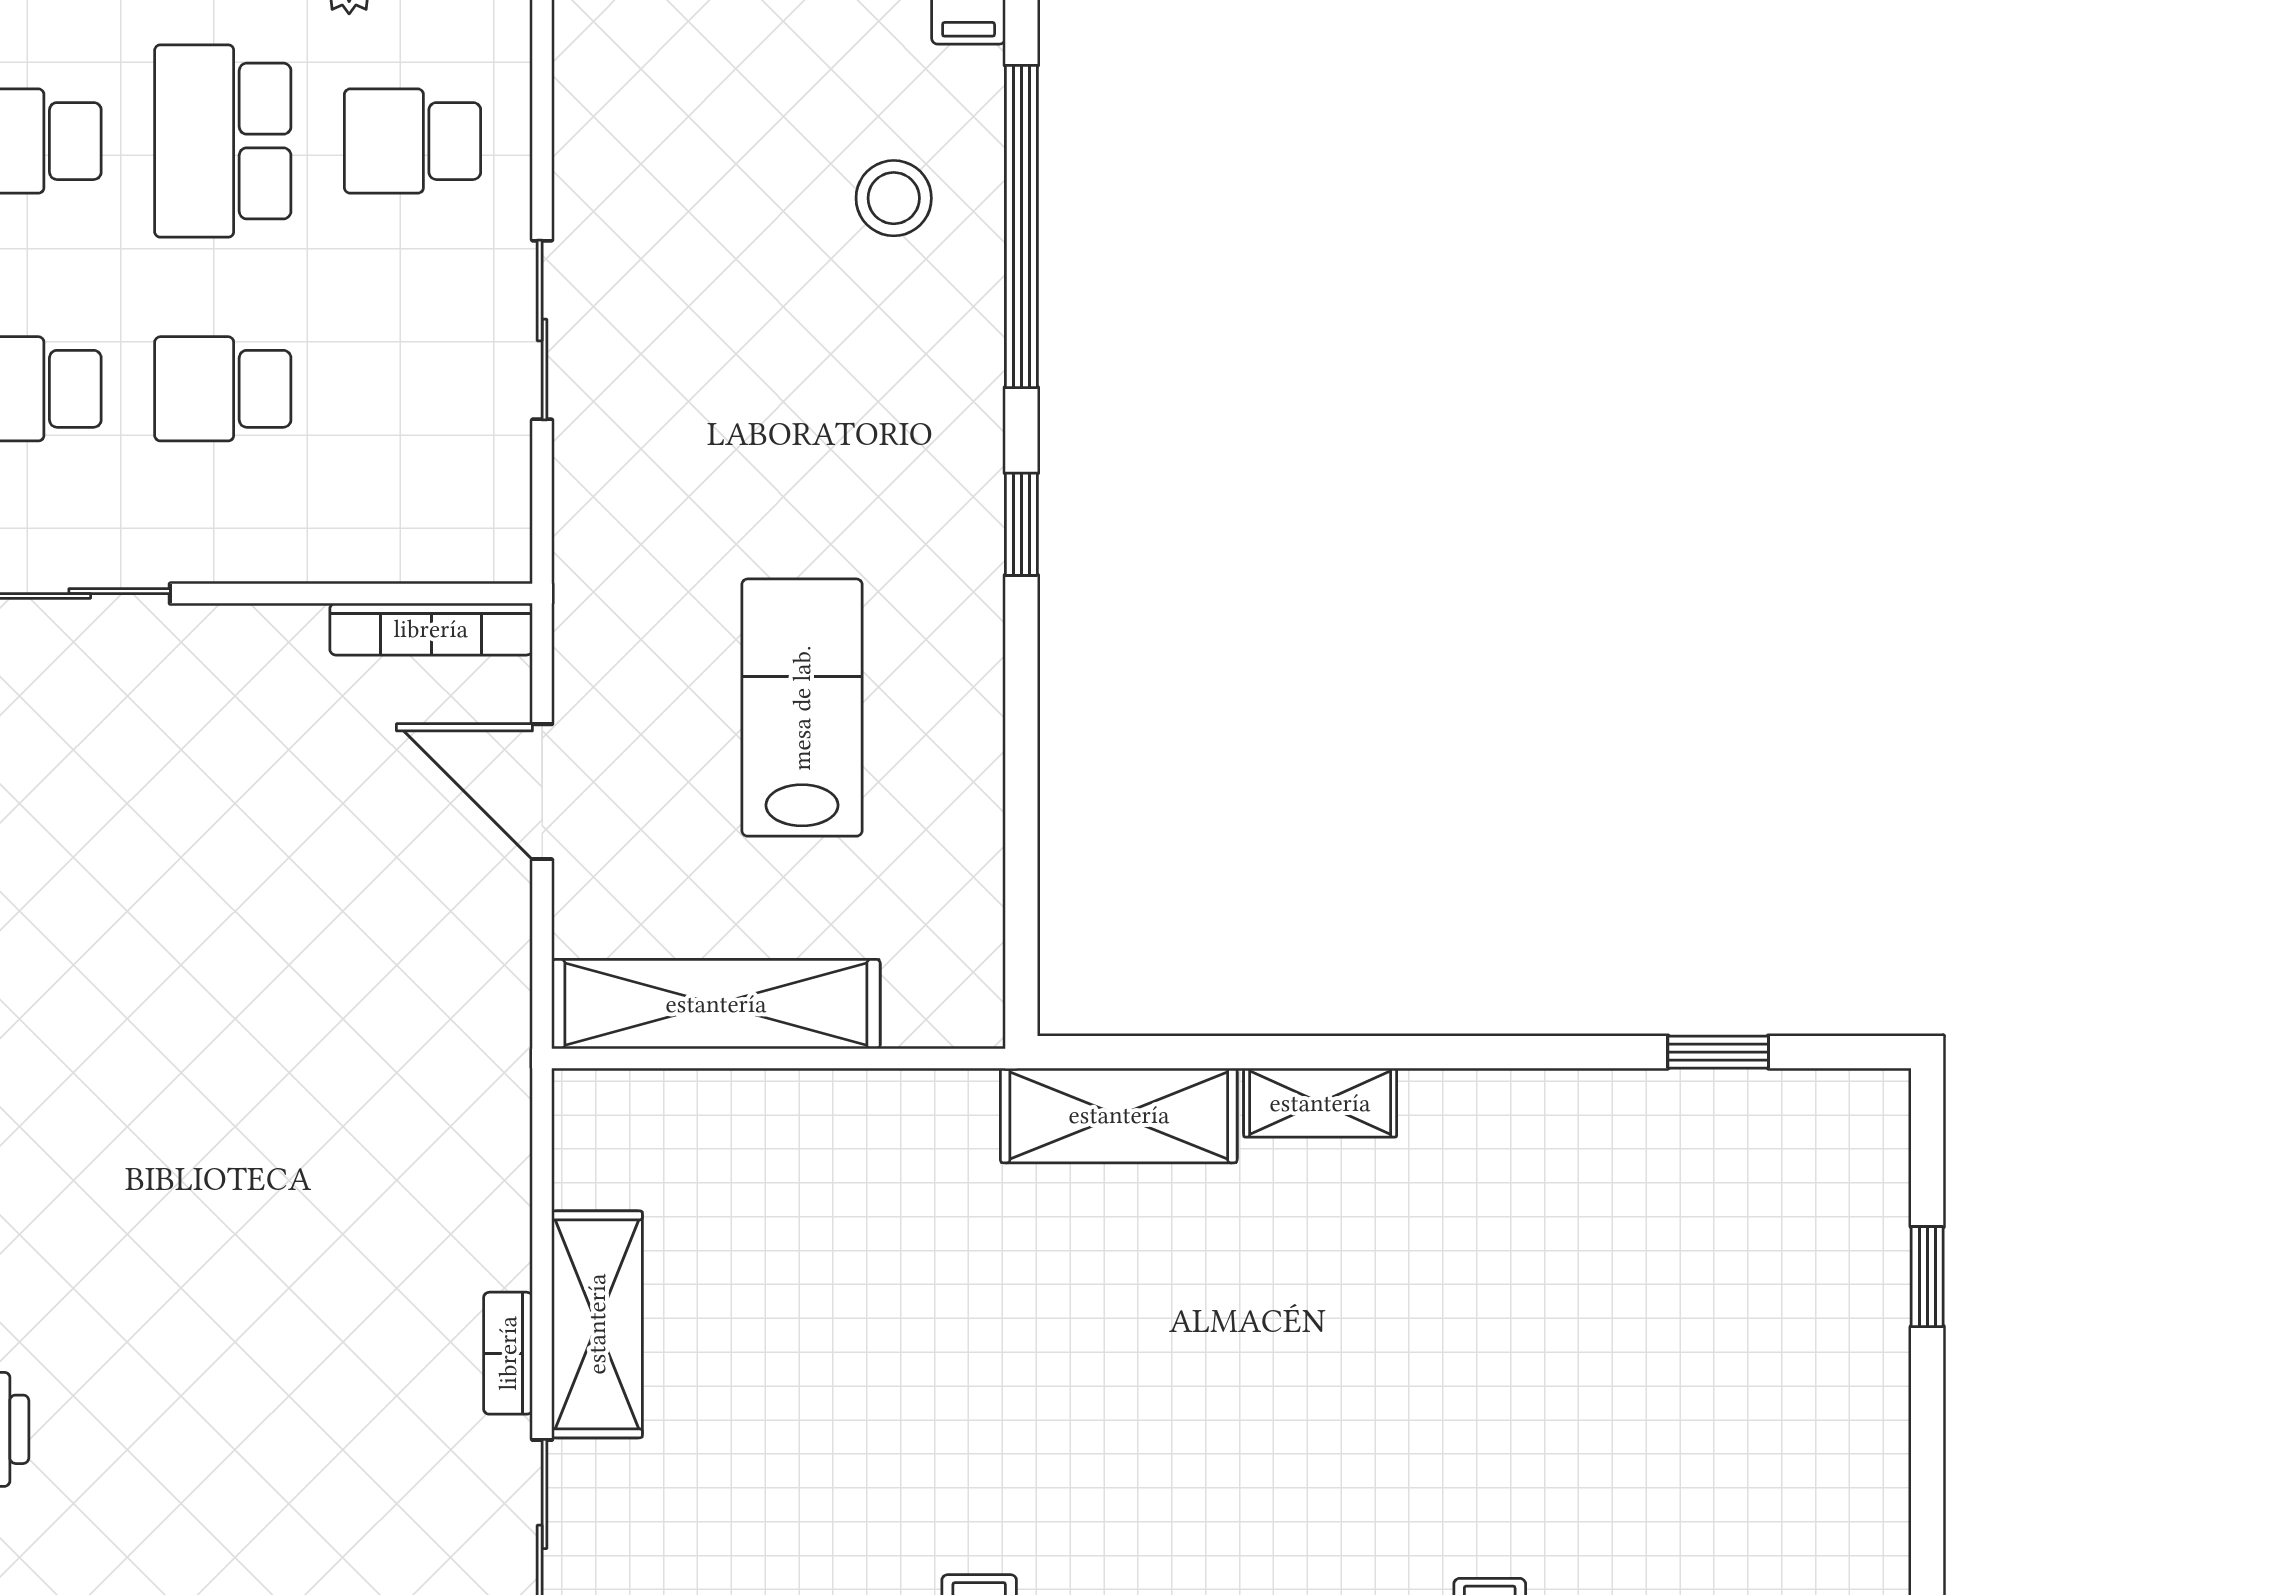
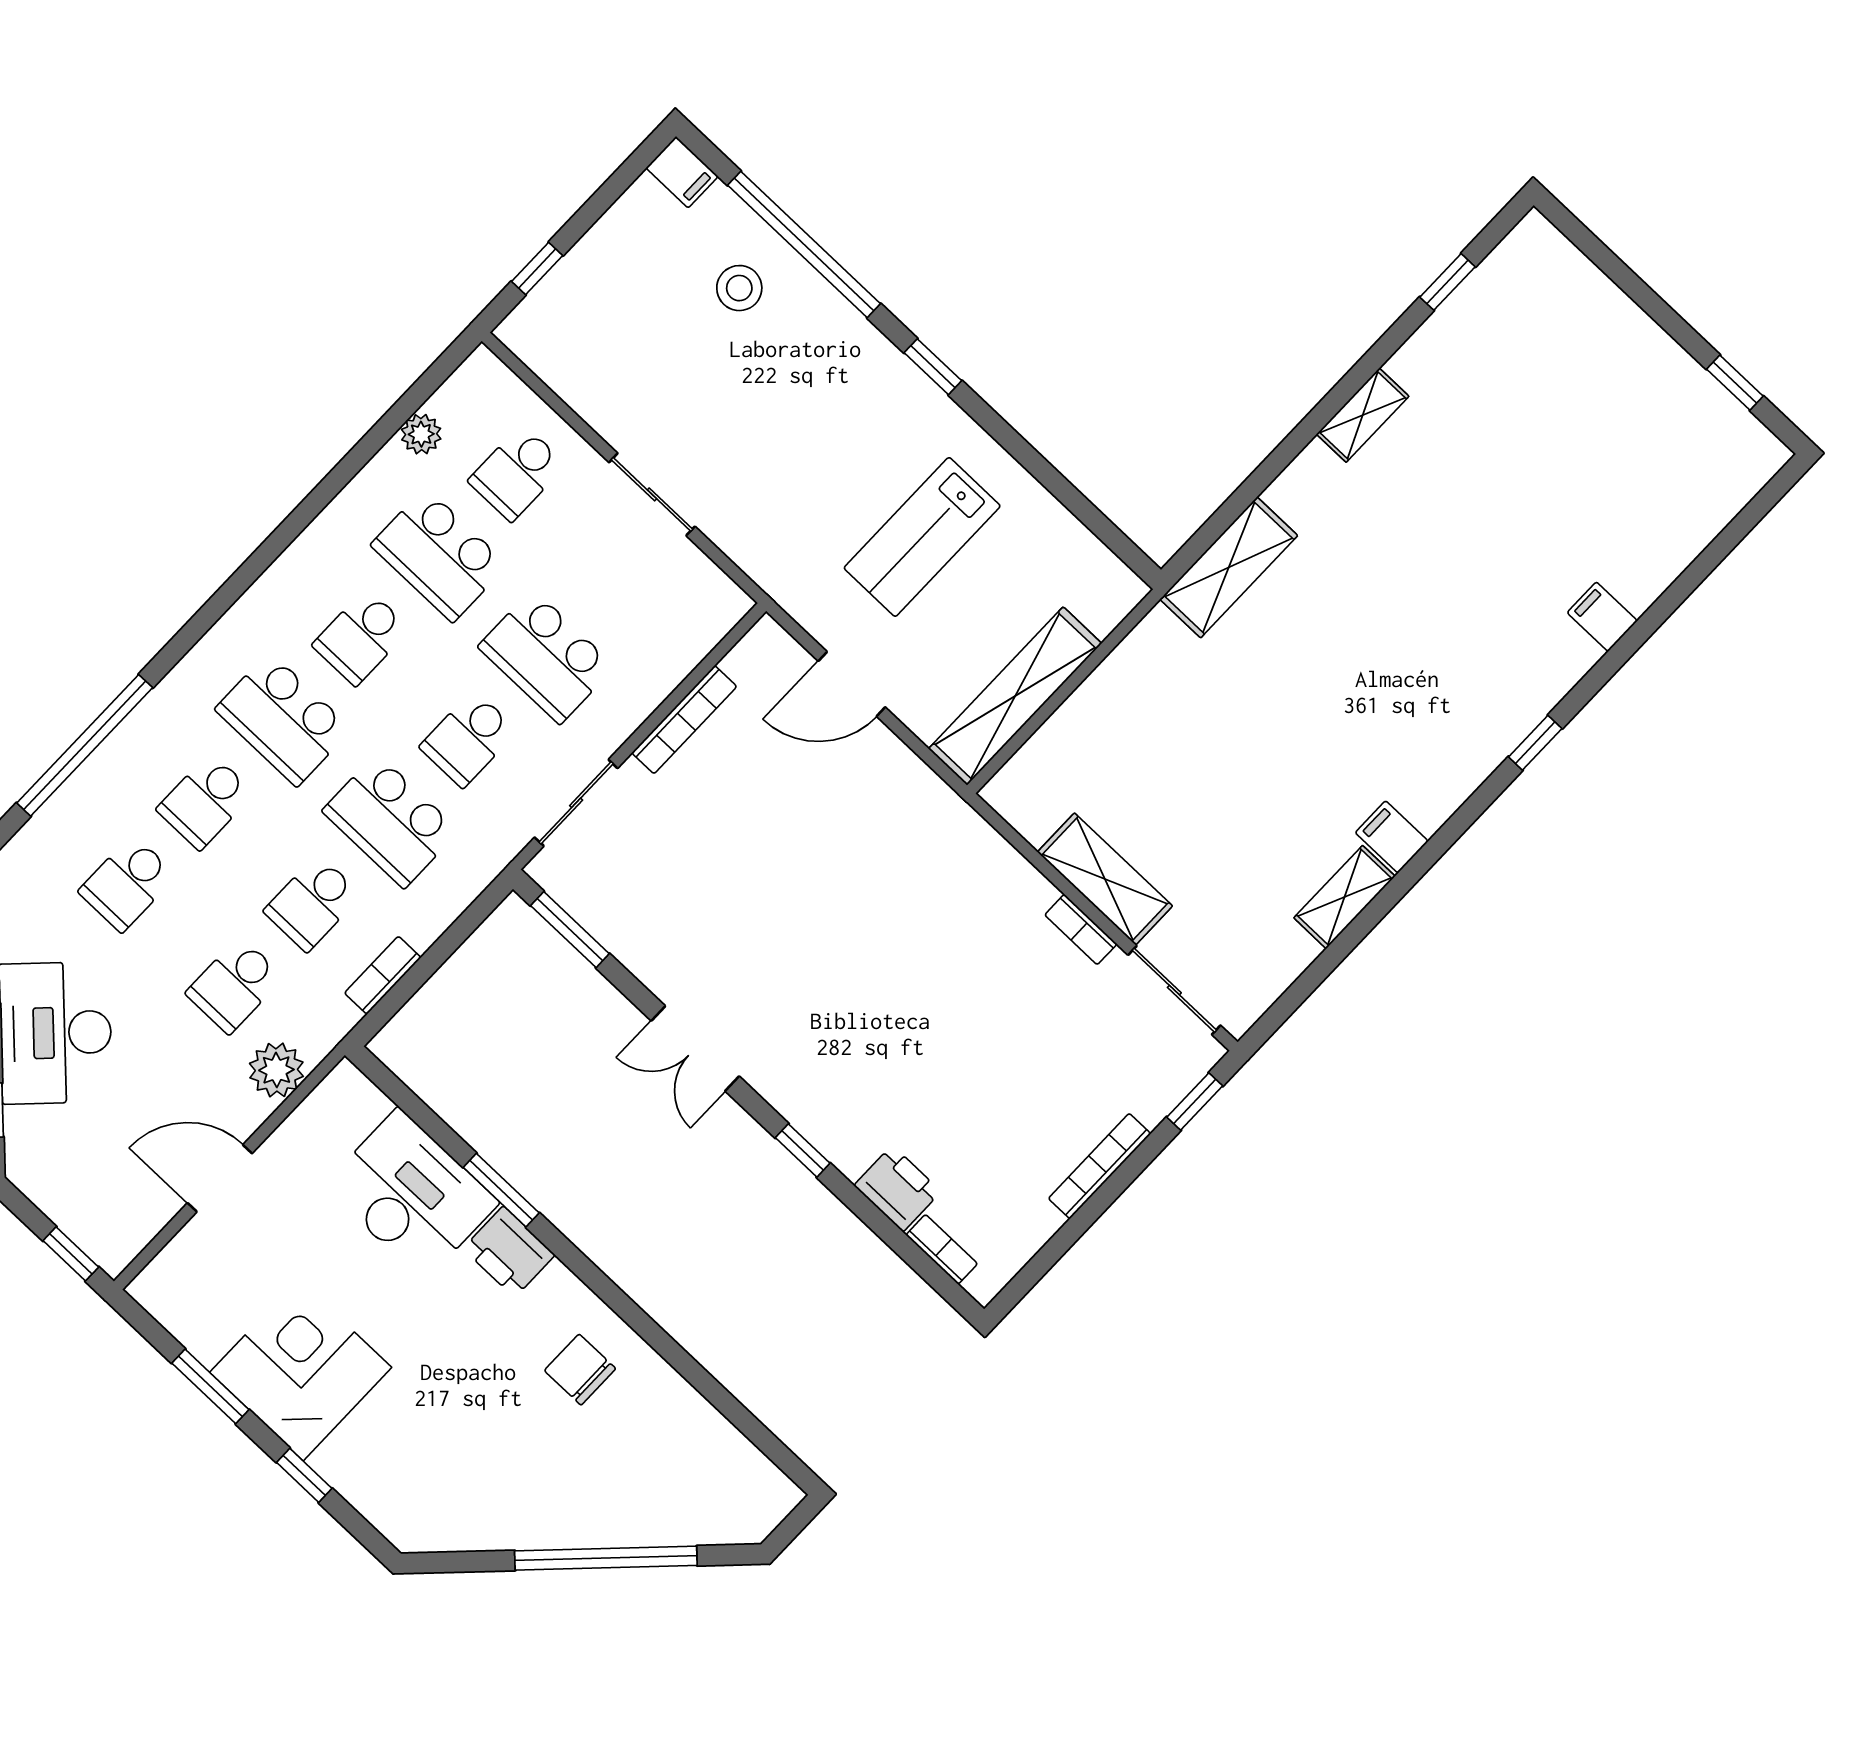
school desk: (223, 389) -> (546, 657), width x1.85
bookcase: (431, 629) -> (684, 720), moved
lab bench: (802, 708) -> (922, 537), turned -90
shelving: (1320, 1103) -> (1363, 415), moved
window: (1927, 1277) -> (1735, 383), moved

